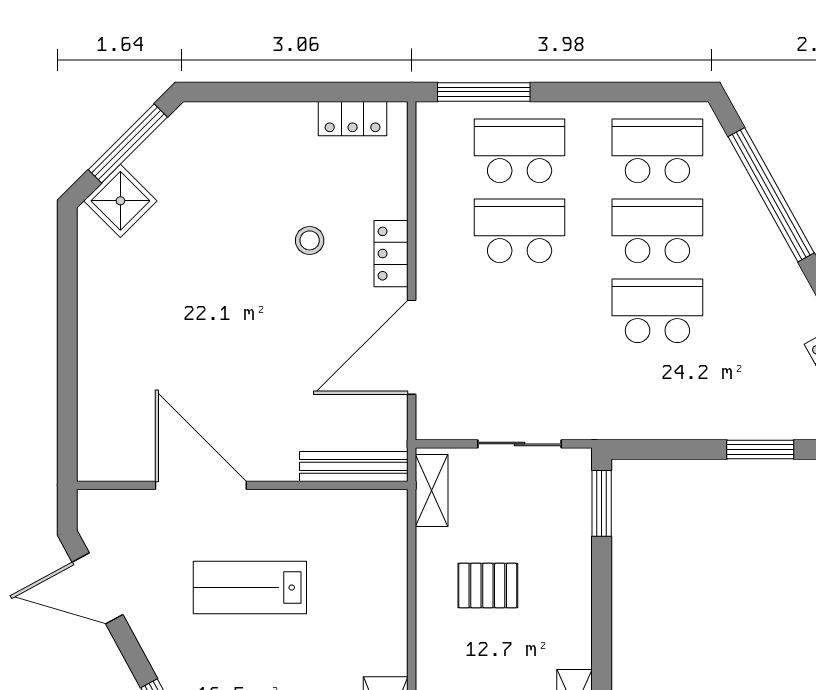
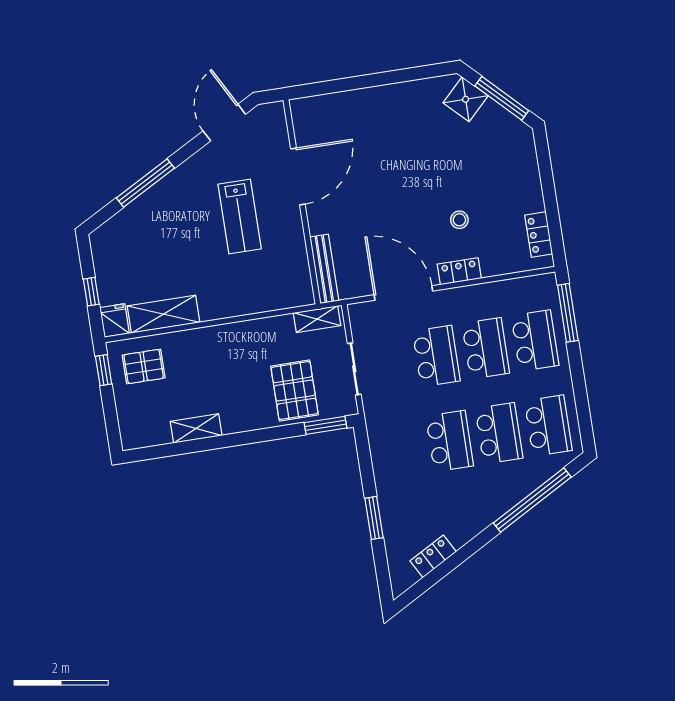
school desk: (520, 311) -> (436, 356), added
pallet: (488, 586) -> (295, 390), moved, width x1.50, depth x1.42
lab bench: (250, 588) -> (240, 216), turned 180

